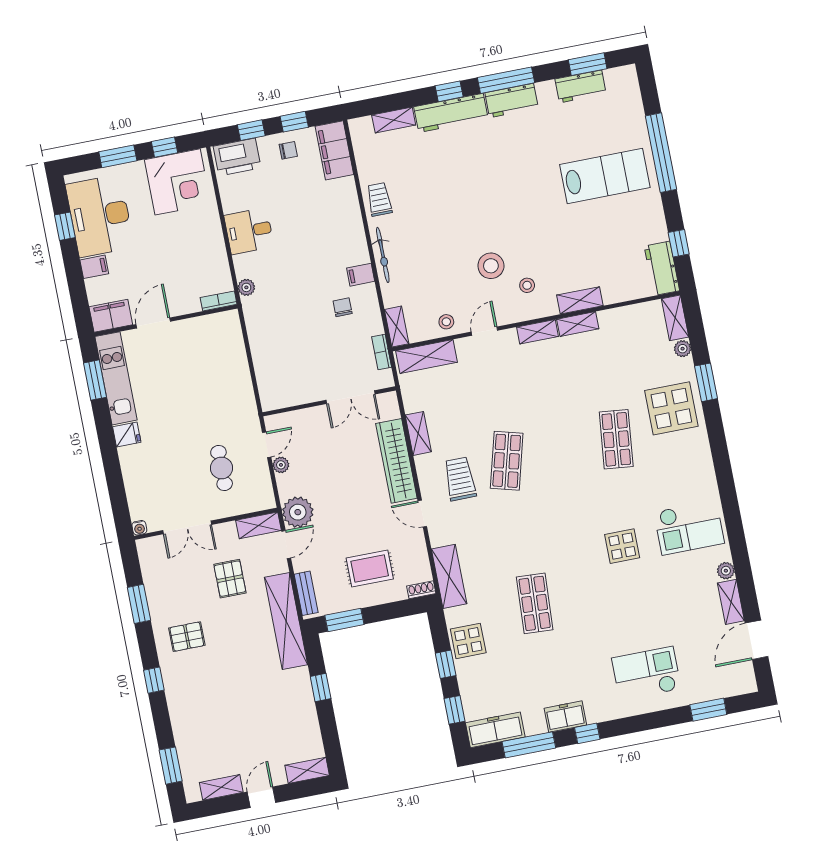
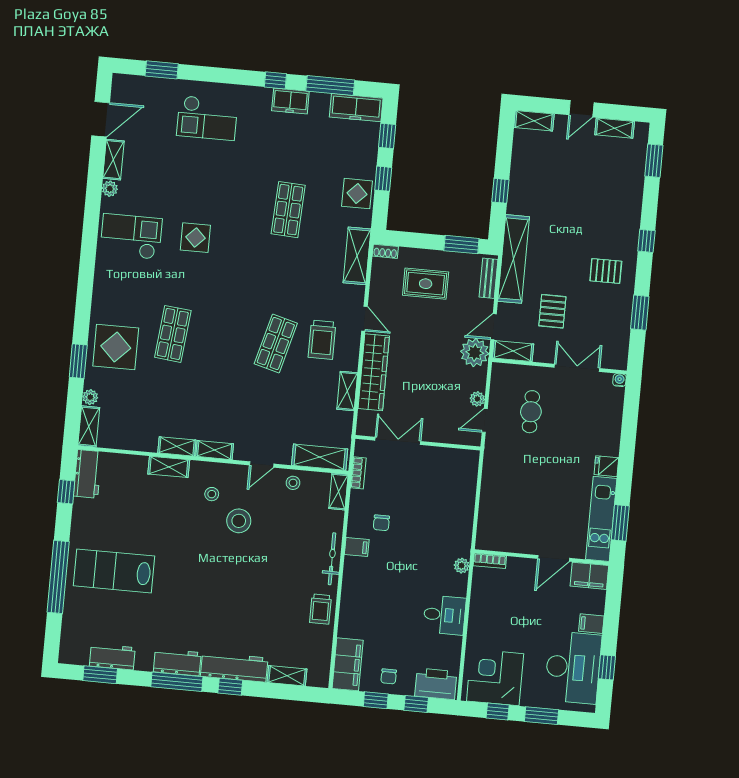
chair: (288, 150) -> (389, 676), turned -90

